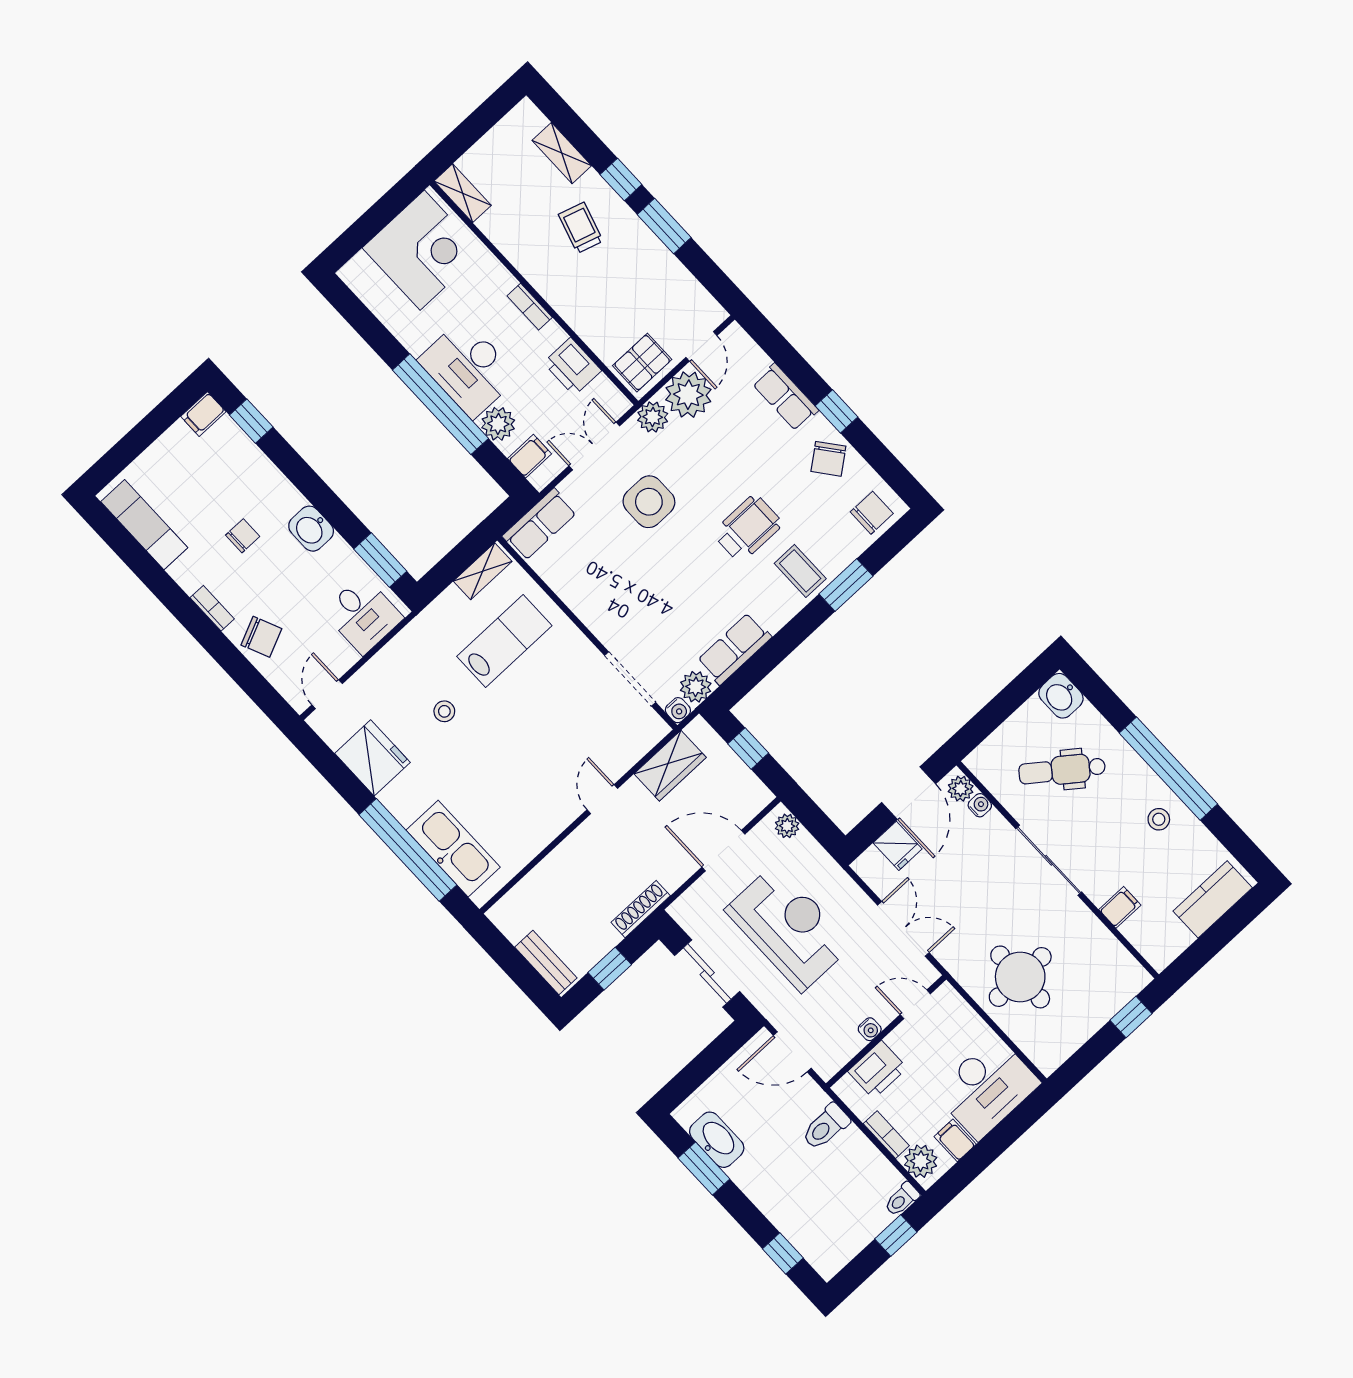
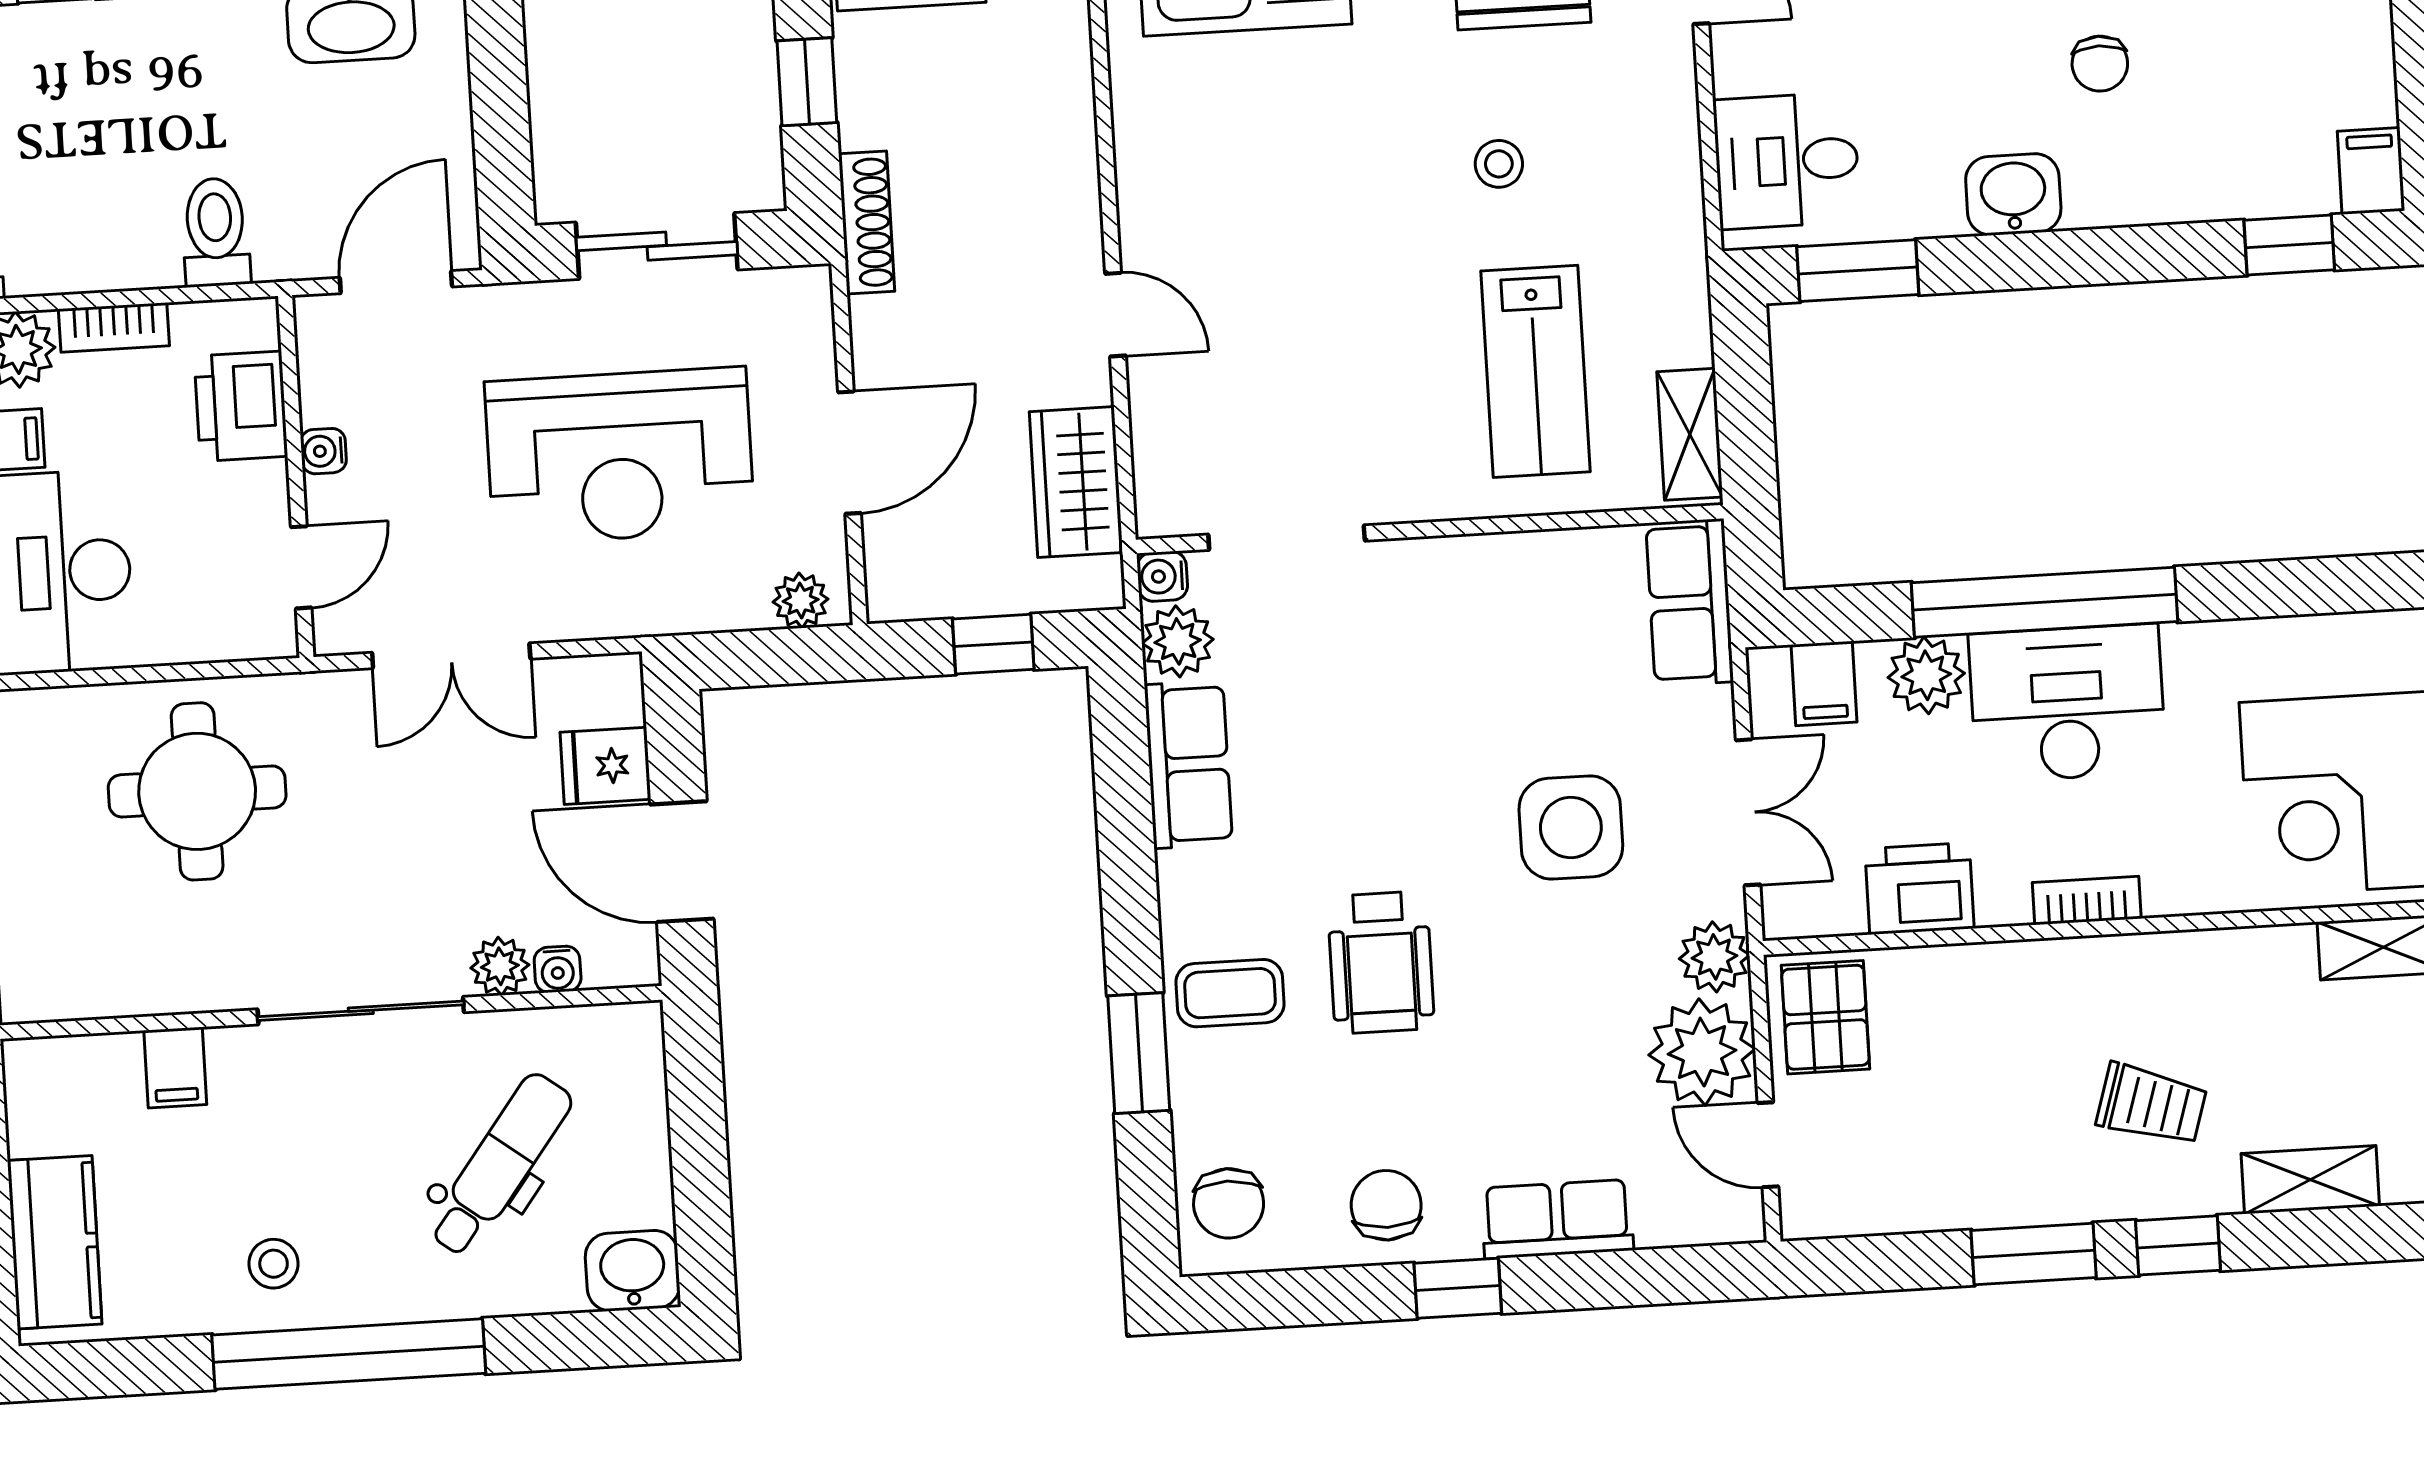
chair: (828, 459) -> (1386, 1205), turned 38
plant: (961, 789) -> (500, 966), moved

